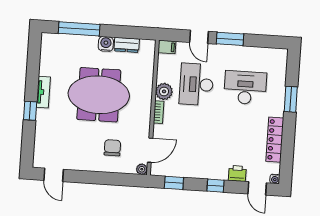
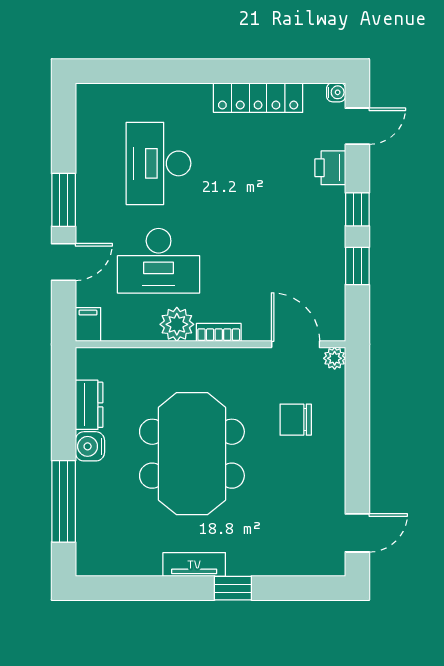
window: (291, 99) -> (176, 71), removed
window: (174, 183) -> (357, 266), moved

